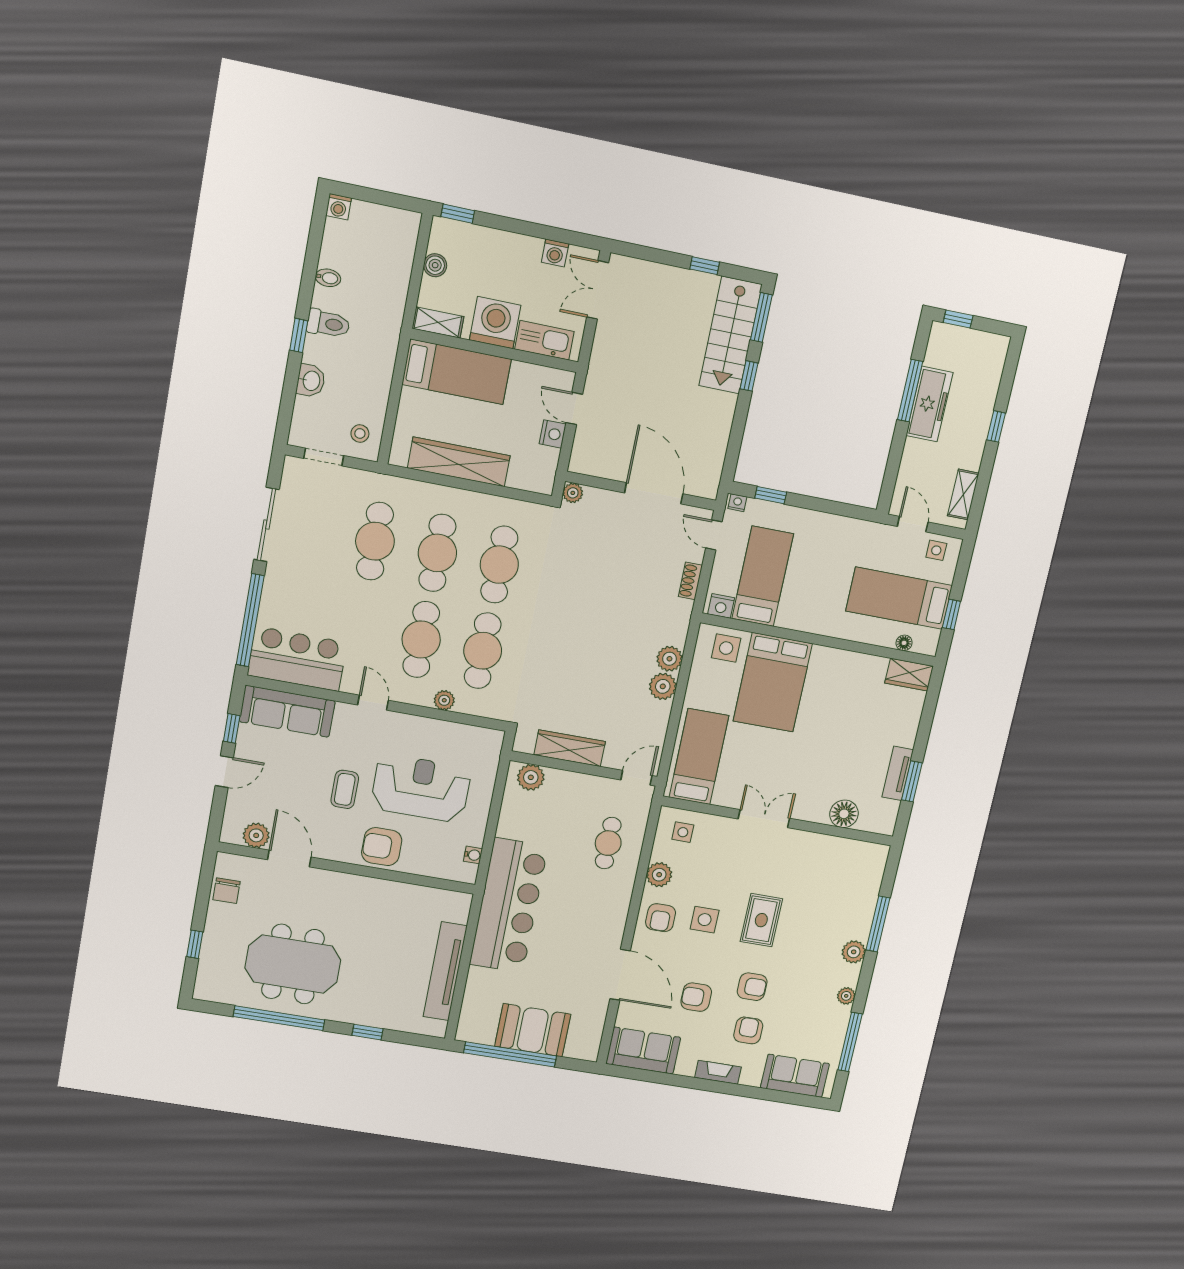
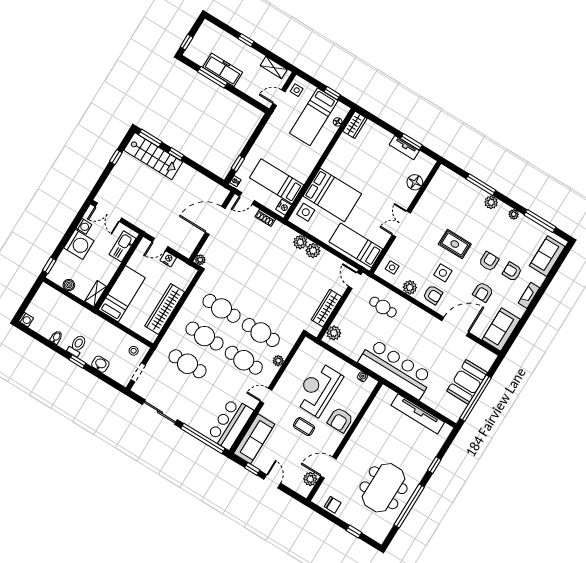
washing machine: (495, 323) -> (79, 244), moved, turned 180

